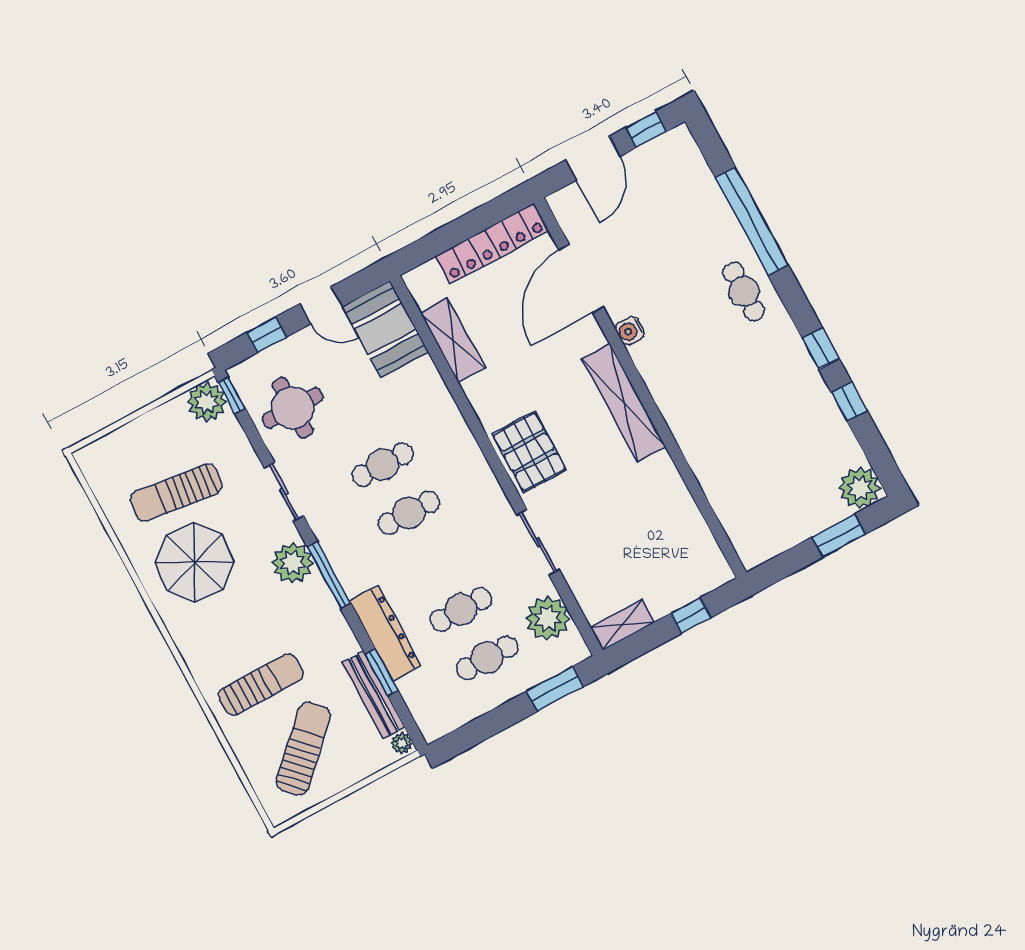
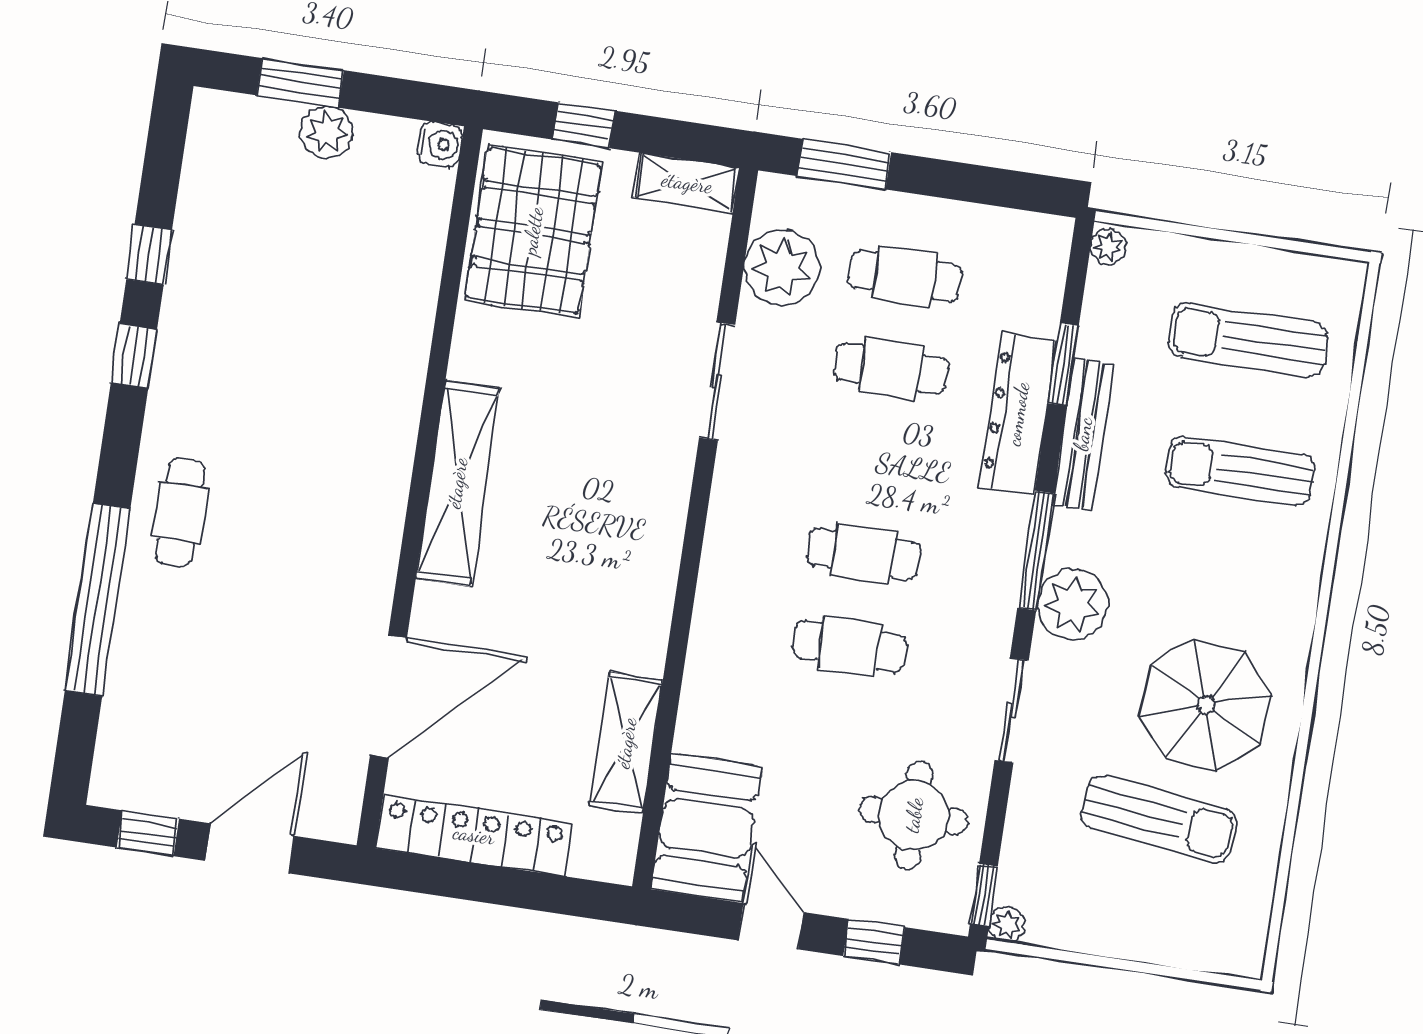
water cooler: (630, 331) -> (440, 144), moved
plant: (207, 402) -> (1007, 924), width x0.53, depth x0.53
pallet: (529, 452) -> (533, 231), moved, width x1.37, depth x1.41
plant: (860, 488) -> (327, 132), moved, width x0.73, depth x0.73
bench: (374, 695) -> (1083, 434), moved
sun lounger: (303, 749) -> (1248, 340), turned 44

